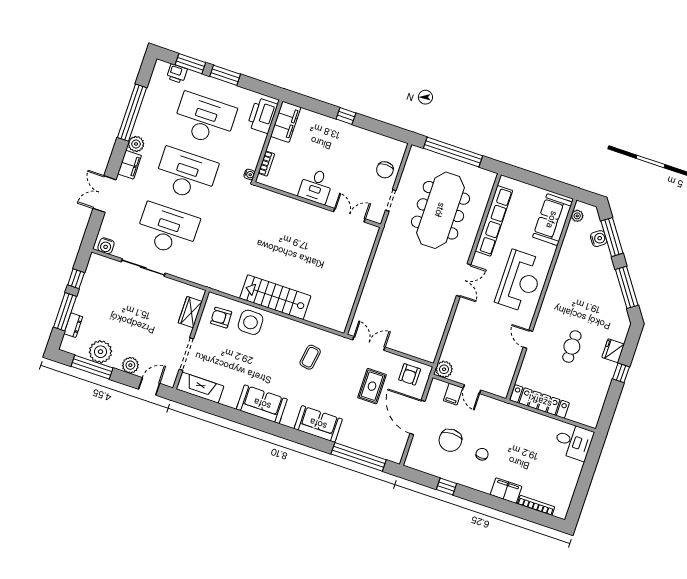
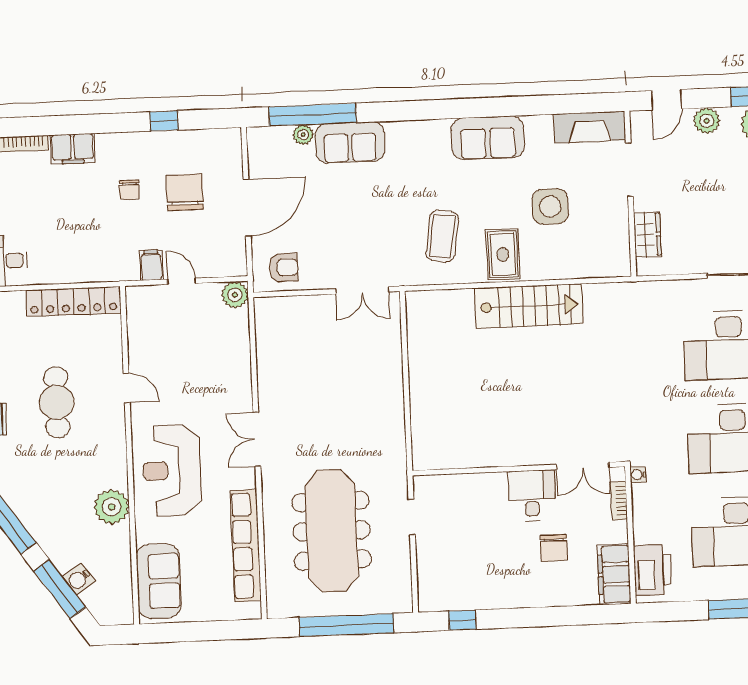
window: (346, 116) -> (462, 620), moved
chair: (385, 170) -> (554, 548), moved, turned 180
double door: (349, 215) -> (583, 466), moved
plant: (577, 216) -> (112, 507), moved, width x1.88, depth x1.88
armchair: (221, 318) -> (598, 244), removed
side table: (251, 322) -> (550, 206), moved
cafe table: (572, 347) -> (57, 402), width x1.37, depth x1.35
coffee table: (310, 357) -> (442, 236), width x1.36, depth x1.30
armchair: (410, 374) -> (284, 267), turned 90
rug: (372, 386) -> (503, 254), moved
filing cabinet: (453, 394) -> (151, 265), moved
door: (417, 417) -> (247, 208), hinge flipped
sofa: (318, 424) -> (350, 142), moved
plant: (368, 447) -> (303, 135), added

